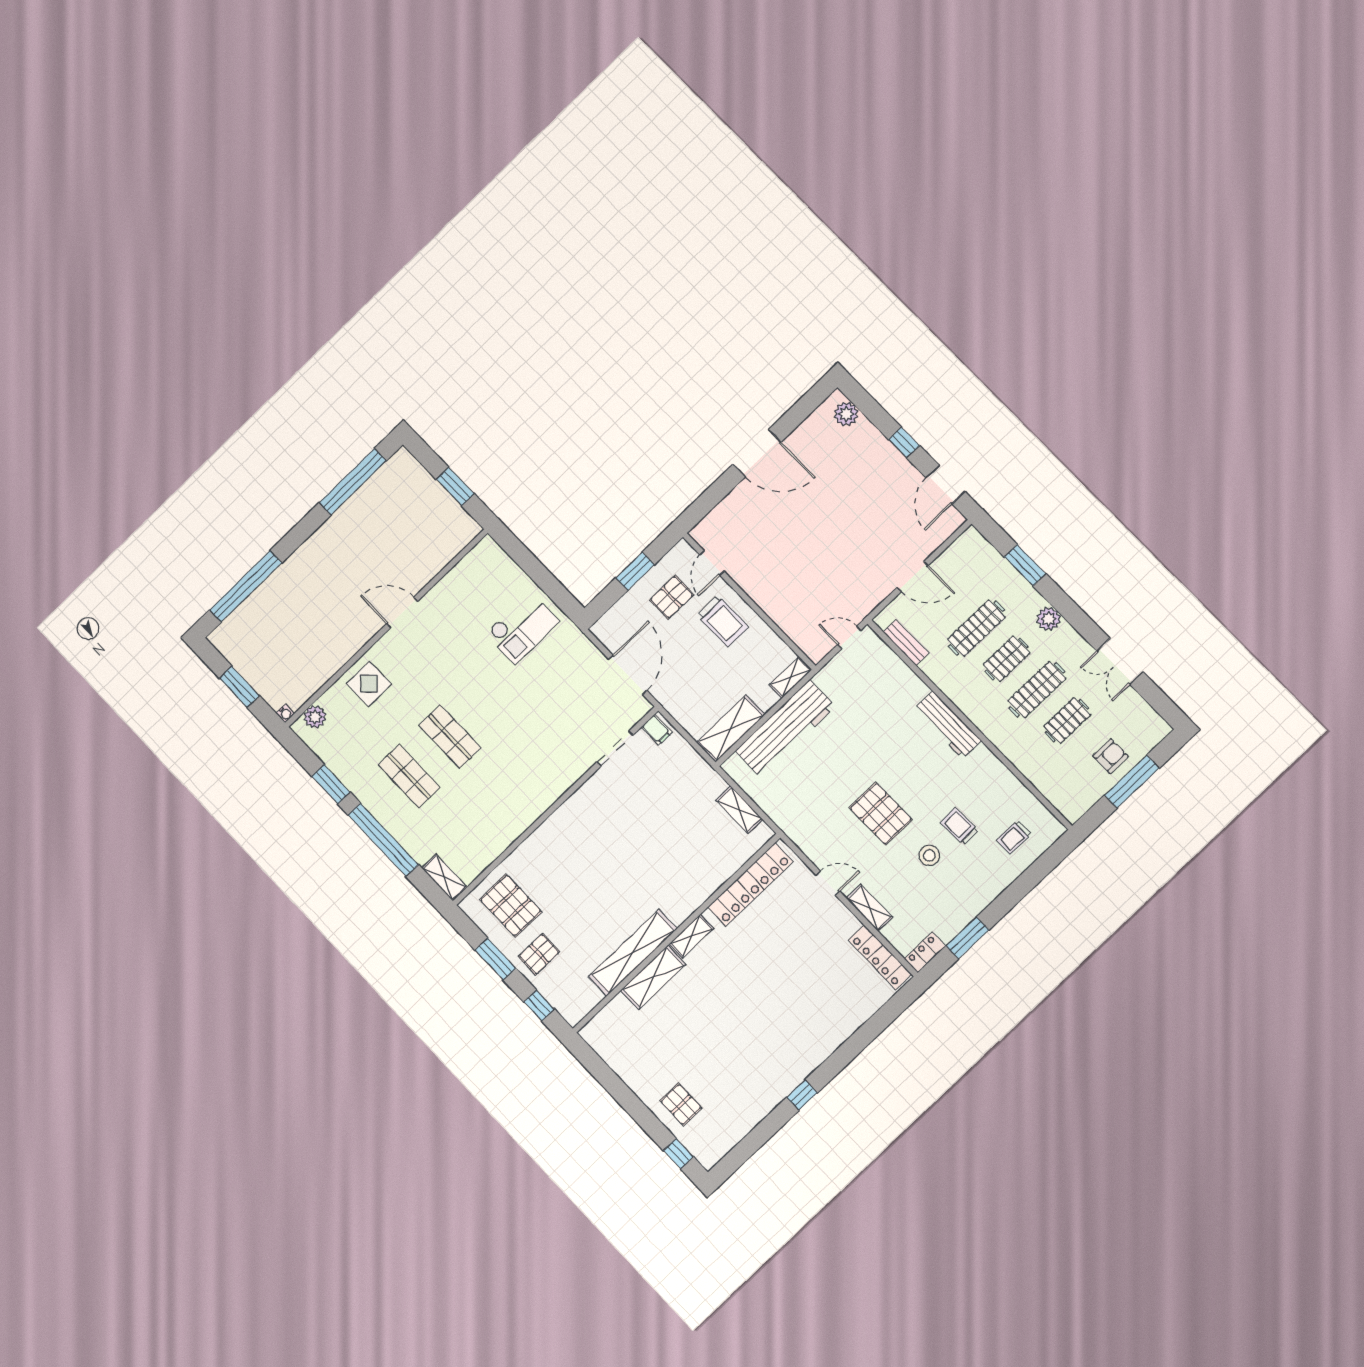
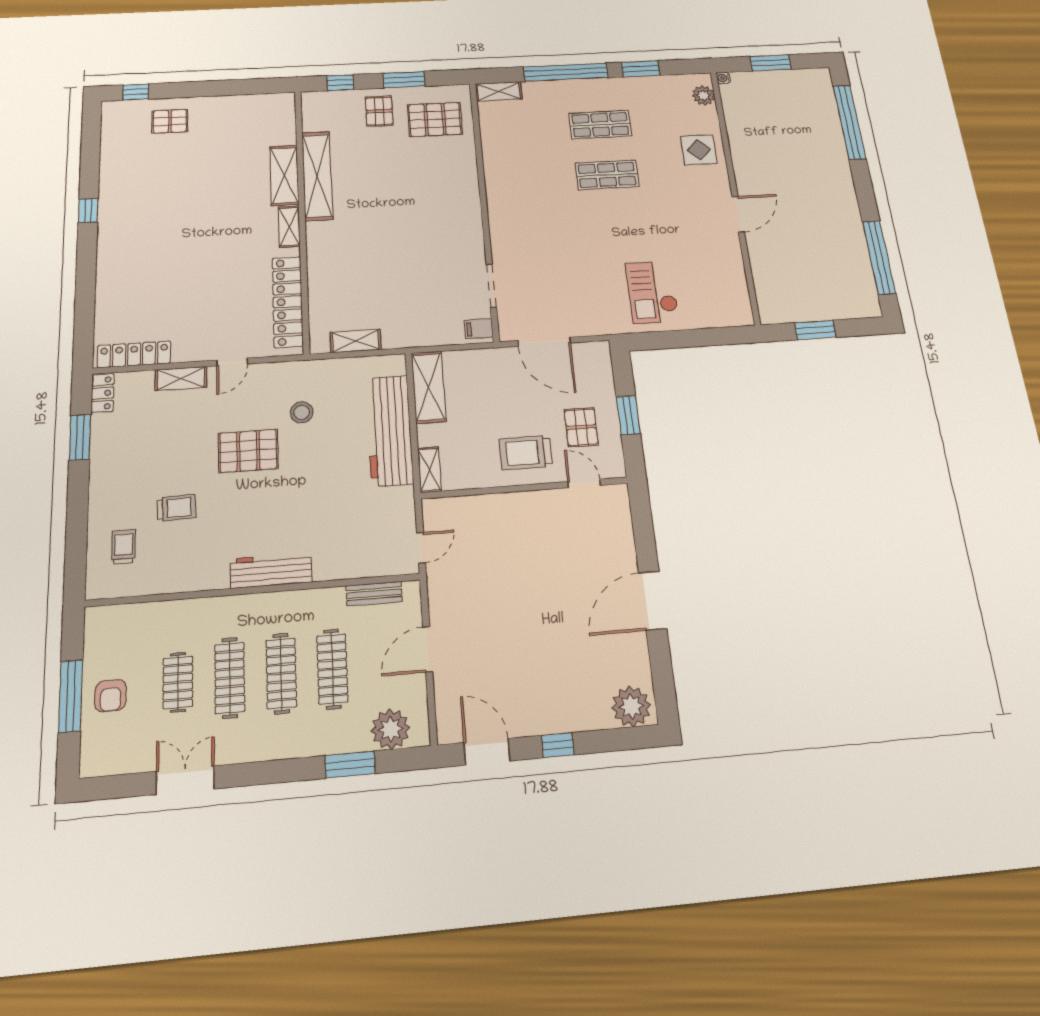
plant: (846, 414) -> (631, 706), width x1.36, depth x1.36
plant: (1049, 619) -> (390, 729), moved, width x1.36, depth x1.36
clothes rail: (1007, 659) -> (281, 673), width x1.36
stool: (929, 855) -> (302, 412), moved

